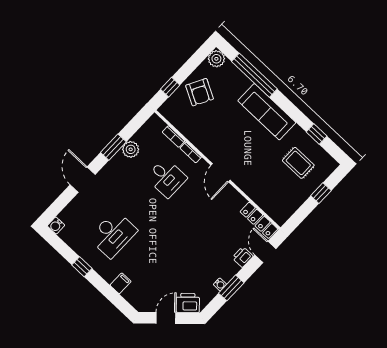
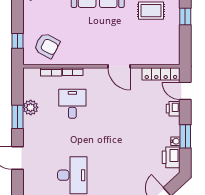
armchair: (200, 92) -> (47, 46), moved
door: (221, 173) -> (119, 66), moved
desk: (167, 178) -> (72, 104), turned -90
printer: (188, 303) -> (171, 157), moved, turned -47

